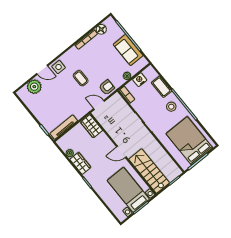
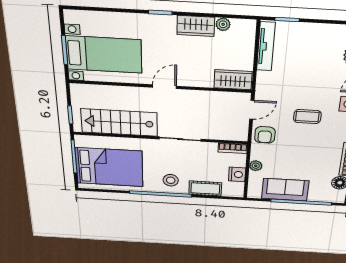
stairs: (149, 171) -> (119, 123), moved, turned 180

